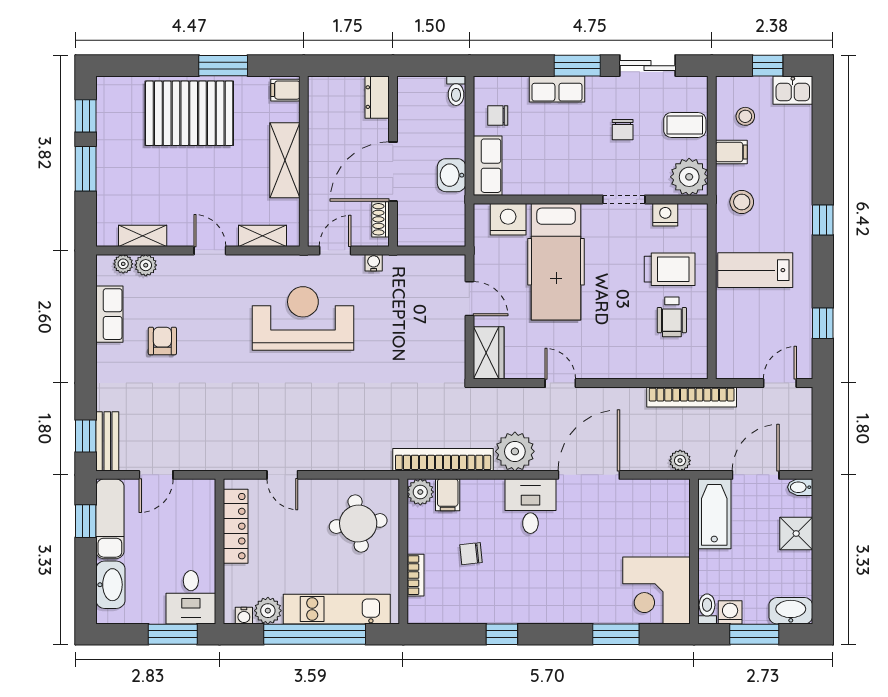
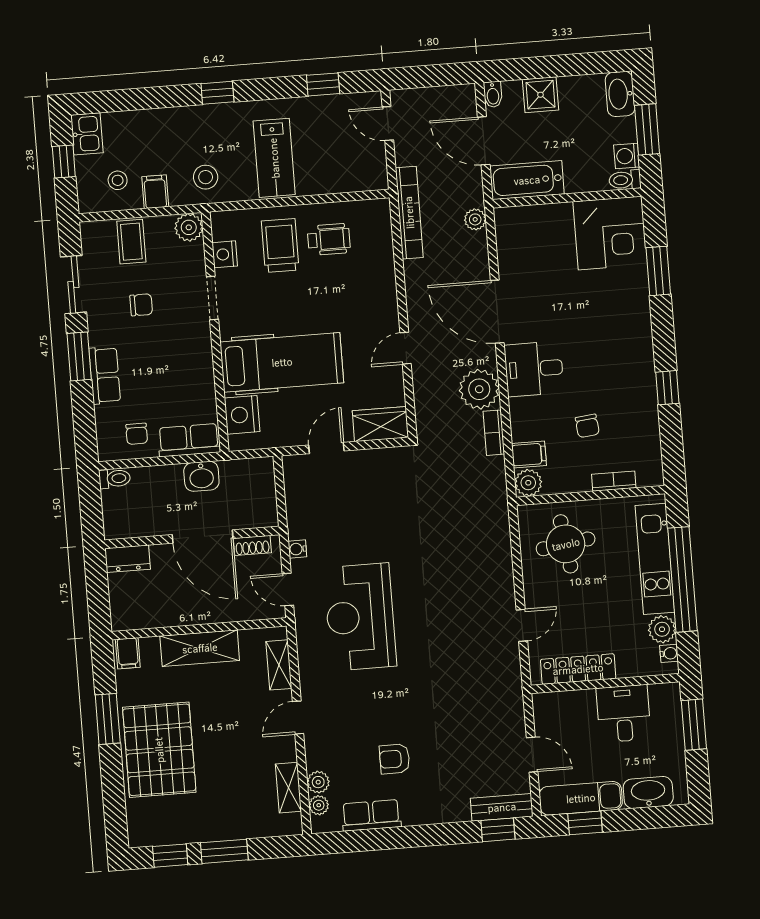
plant: (689, 177) -> (189, 227), width x0.73, depth x0.73
bookcase: (443, 460) -> (494, 433), width x0.43, depth x0.76
desk: (191, 597) -> (624, 714), moved, turned -90

